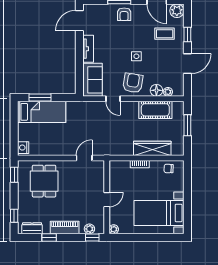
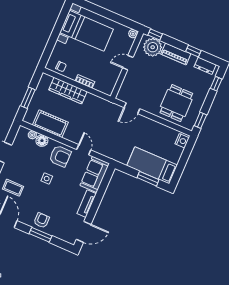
armchair: (133, 83) -> (60, 156), turned -99
plant: (89, 229) -> (153, 47), width x1.87, depth x1.87

